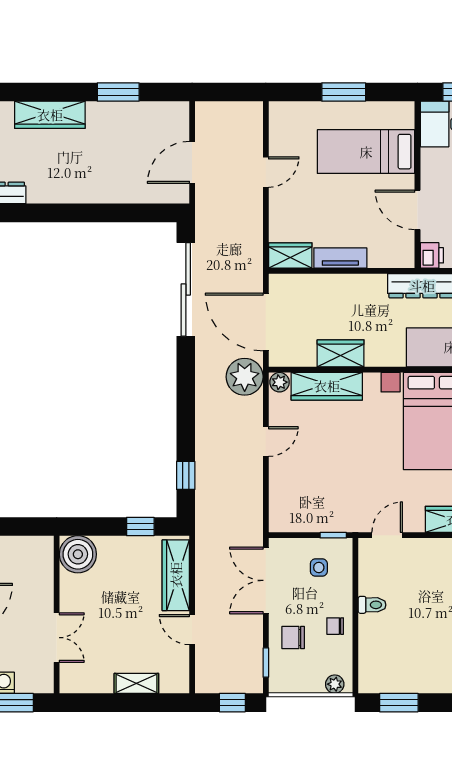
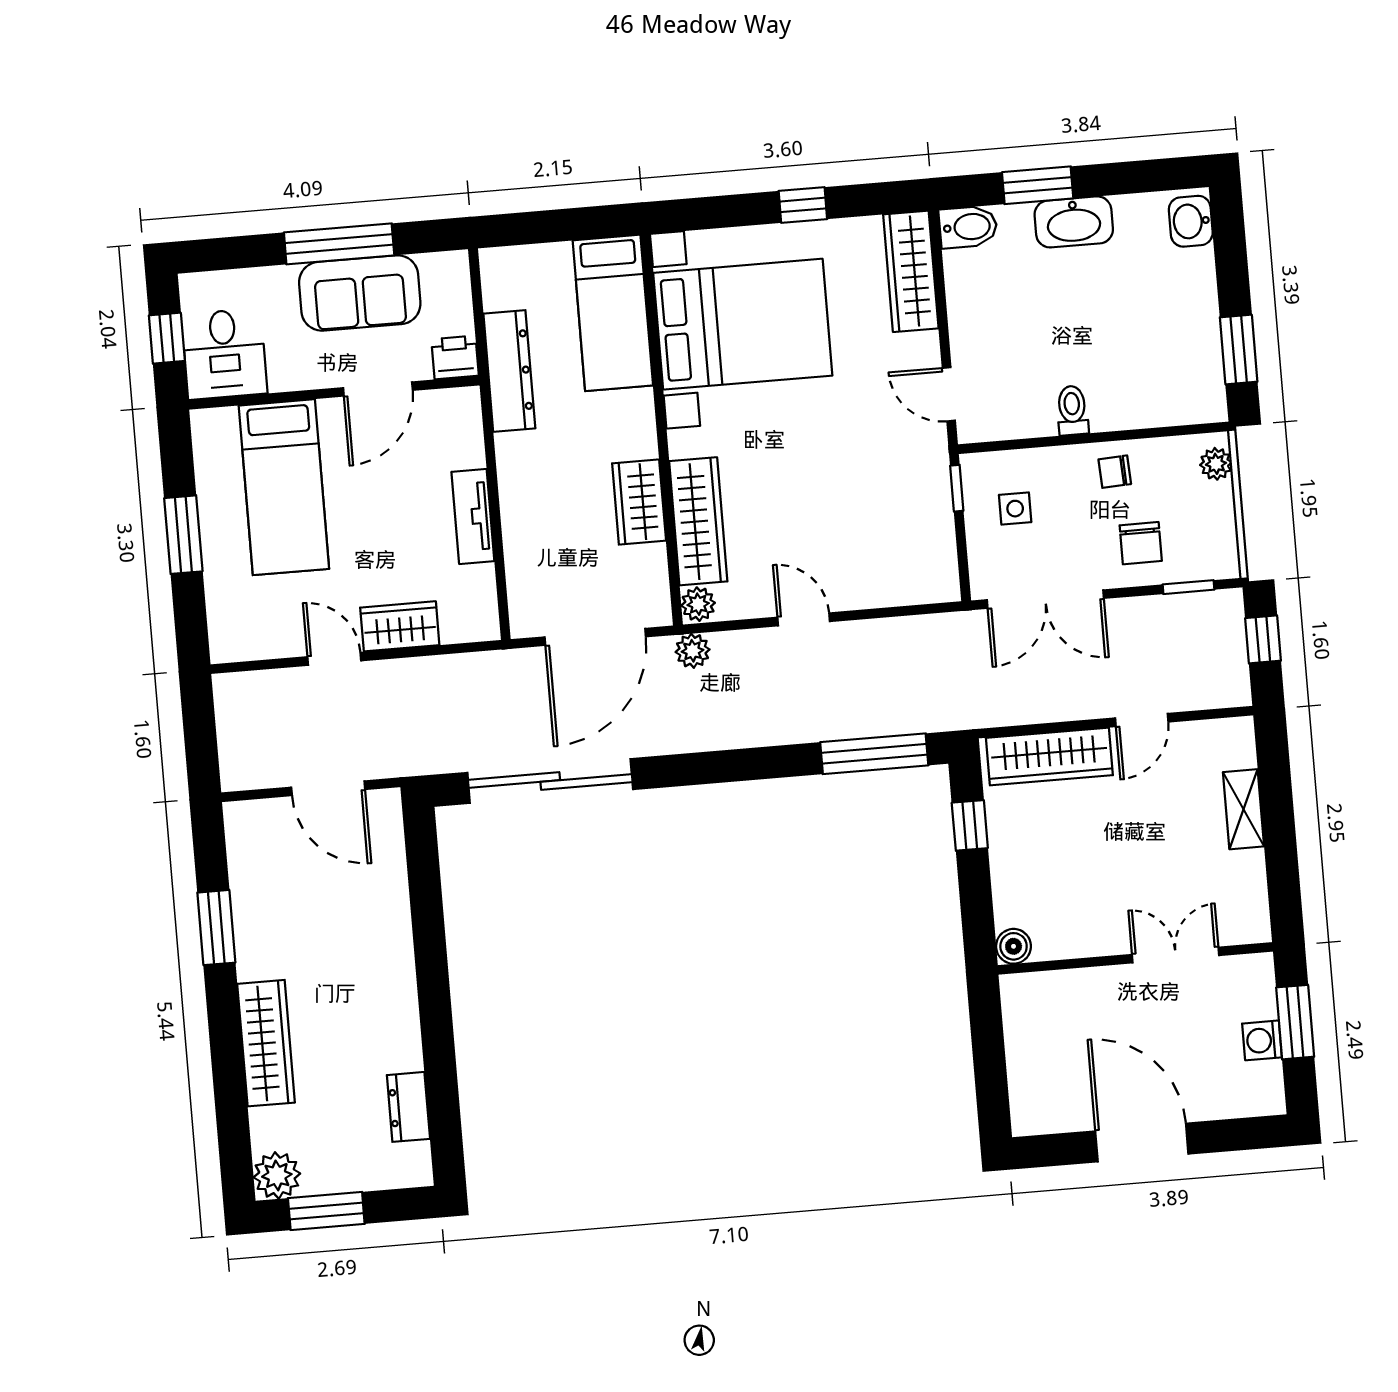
wardrobe: (290, 255) -> (400, 626), moved, turned 90
plant: (245, 377) -> (693, 651), width x0.53, depth x0.53
window: (186, 475) -> (874, 754), width x2.17
boiler: (78, 554) -> (1014, 946), width x0.54, depth x0.54
chair: (335, 626) -> (1115, 472), turned 87

